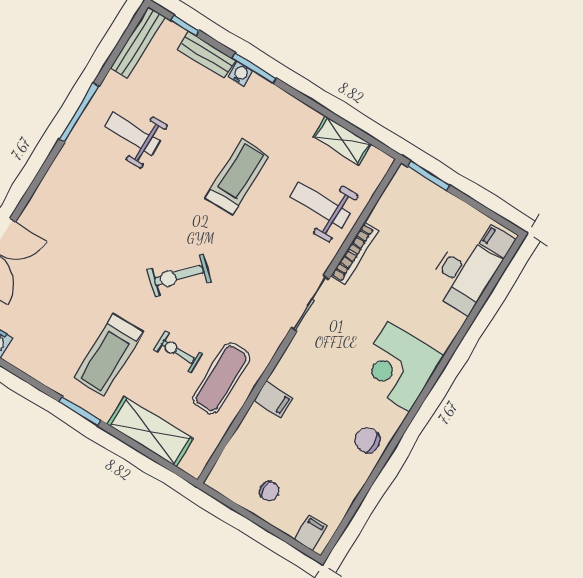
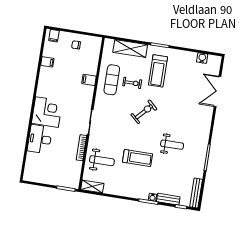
weight bench: (133, 134) -> (172, 145), moved
shelving: (342, 140) -> (92, 186), moved
treadmill: (237, 177) -> (138, 158), turned -90
filing cabinet: (498, 241) -> (47, 62), moved
desk: (464, 275) -> (40, 139), moved
treadmill: (109, 355) -> (158, 71), turned 180
chair: (367, 440) -> (47, 79), removed

